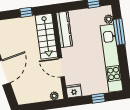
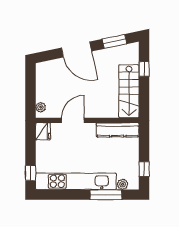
window: (26, 12) -> (144, 69), moved
stairs: (46, 36) -> (129, 91), moved, turned -90
window: (98, 98) -> (31, 173), moved

